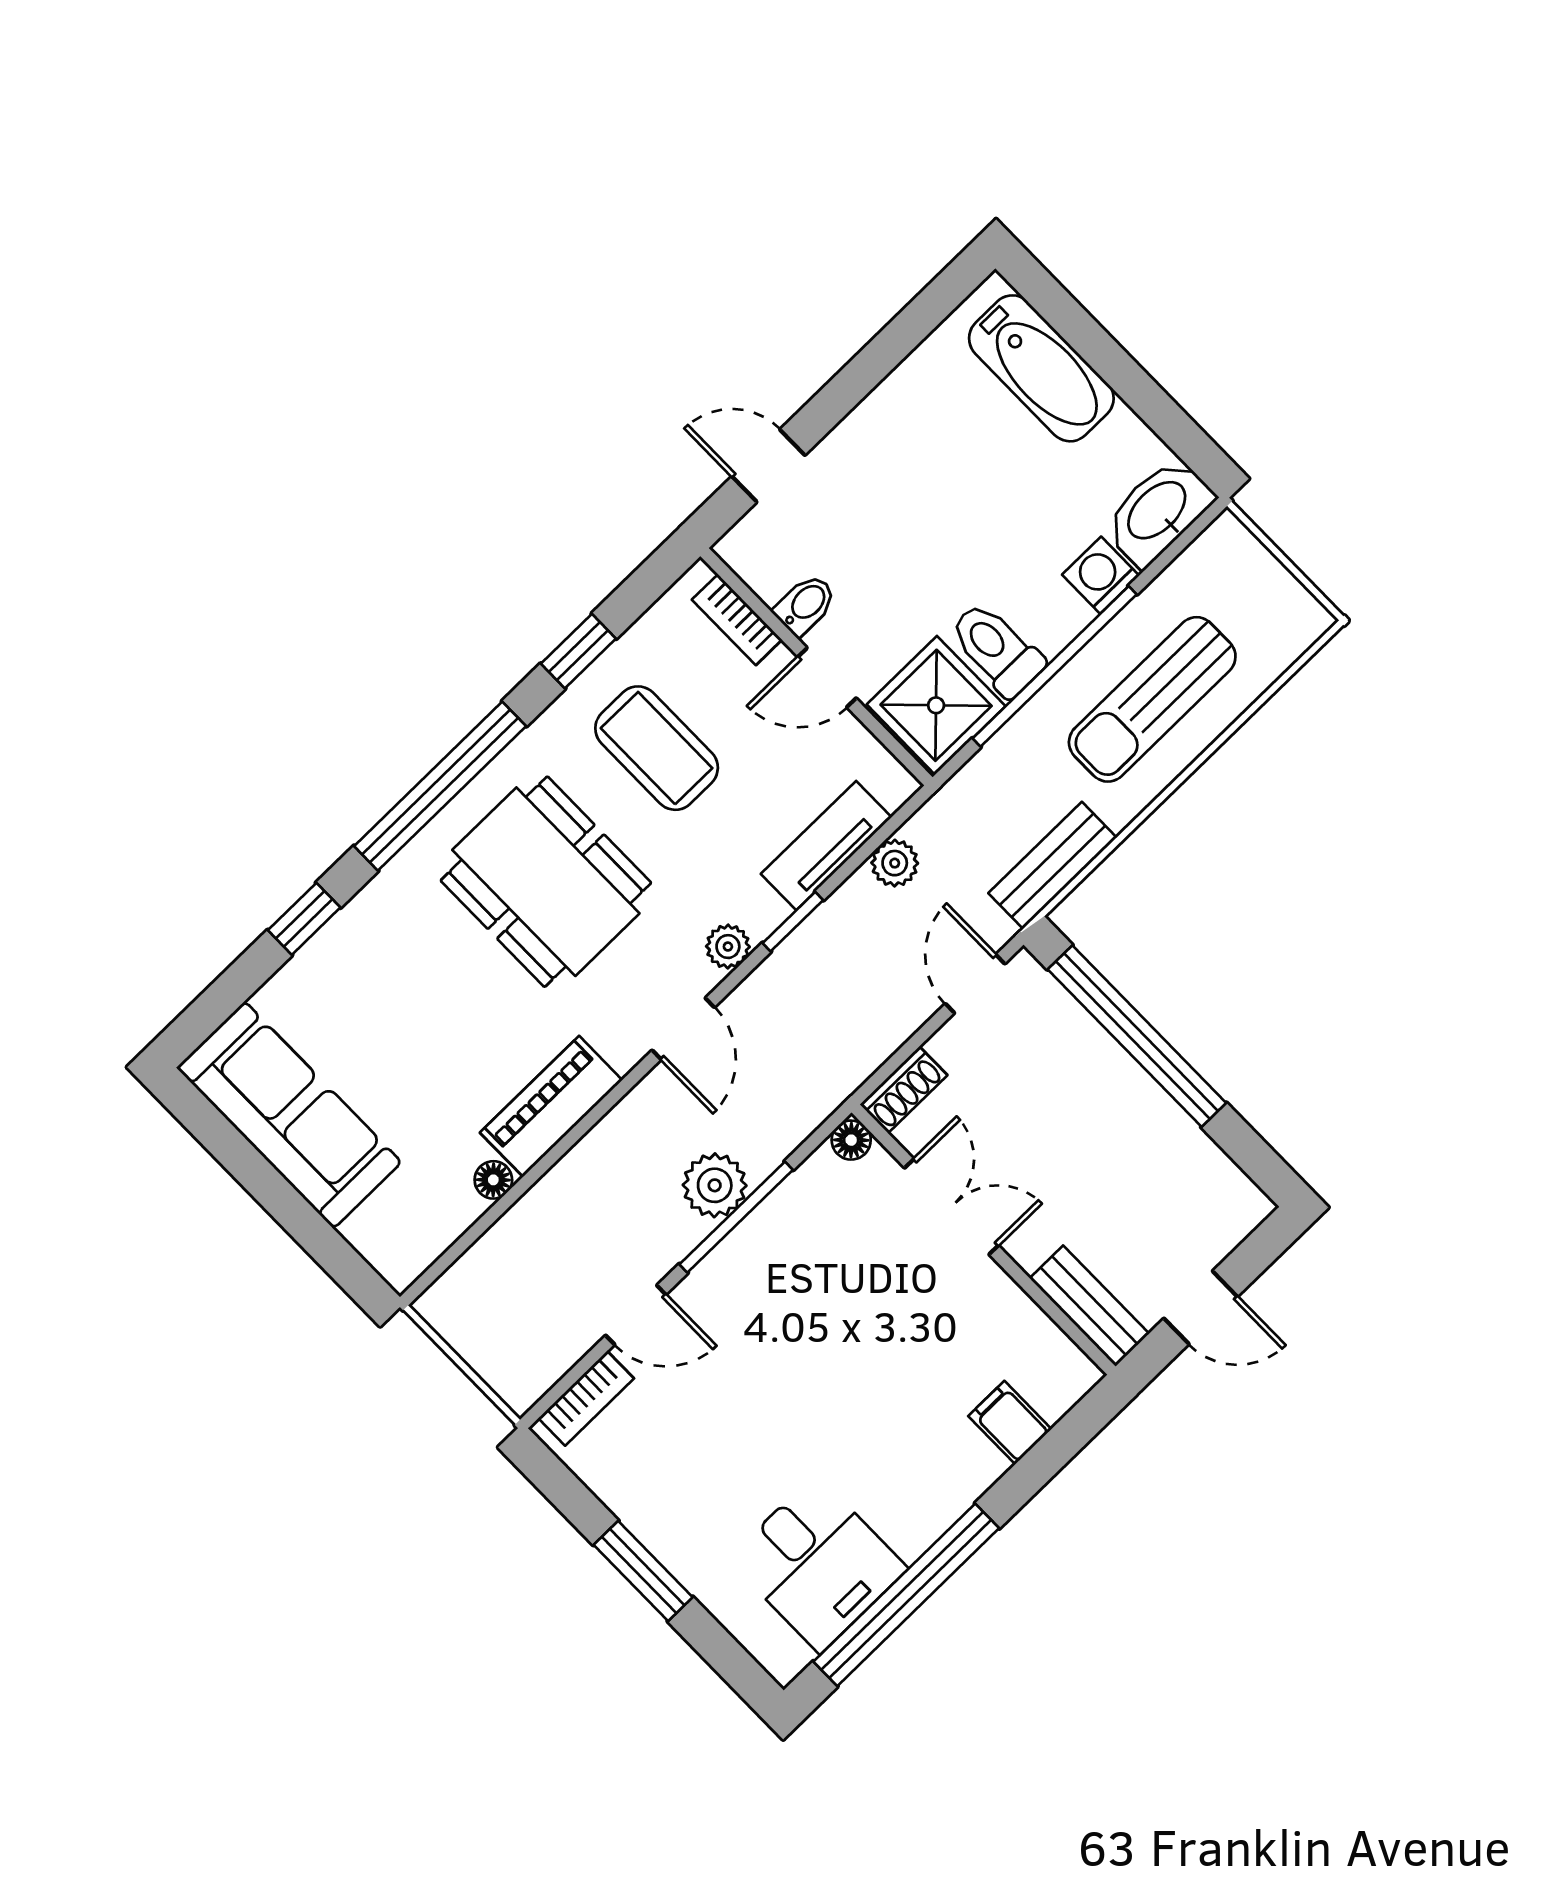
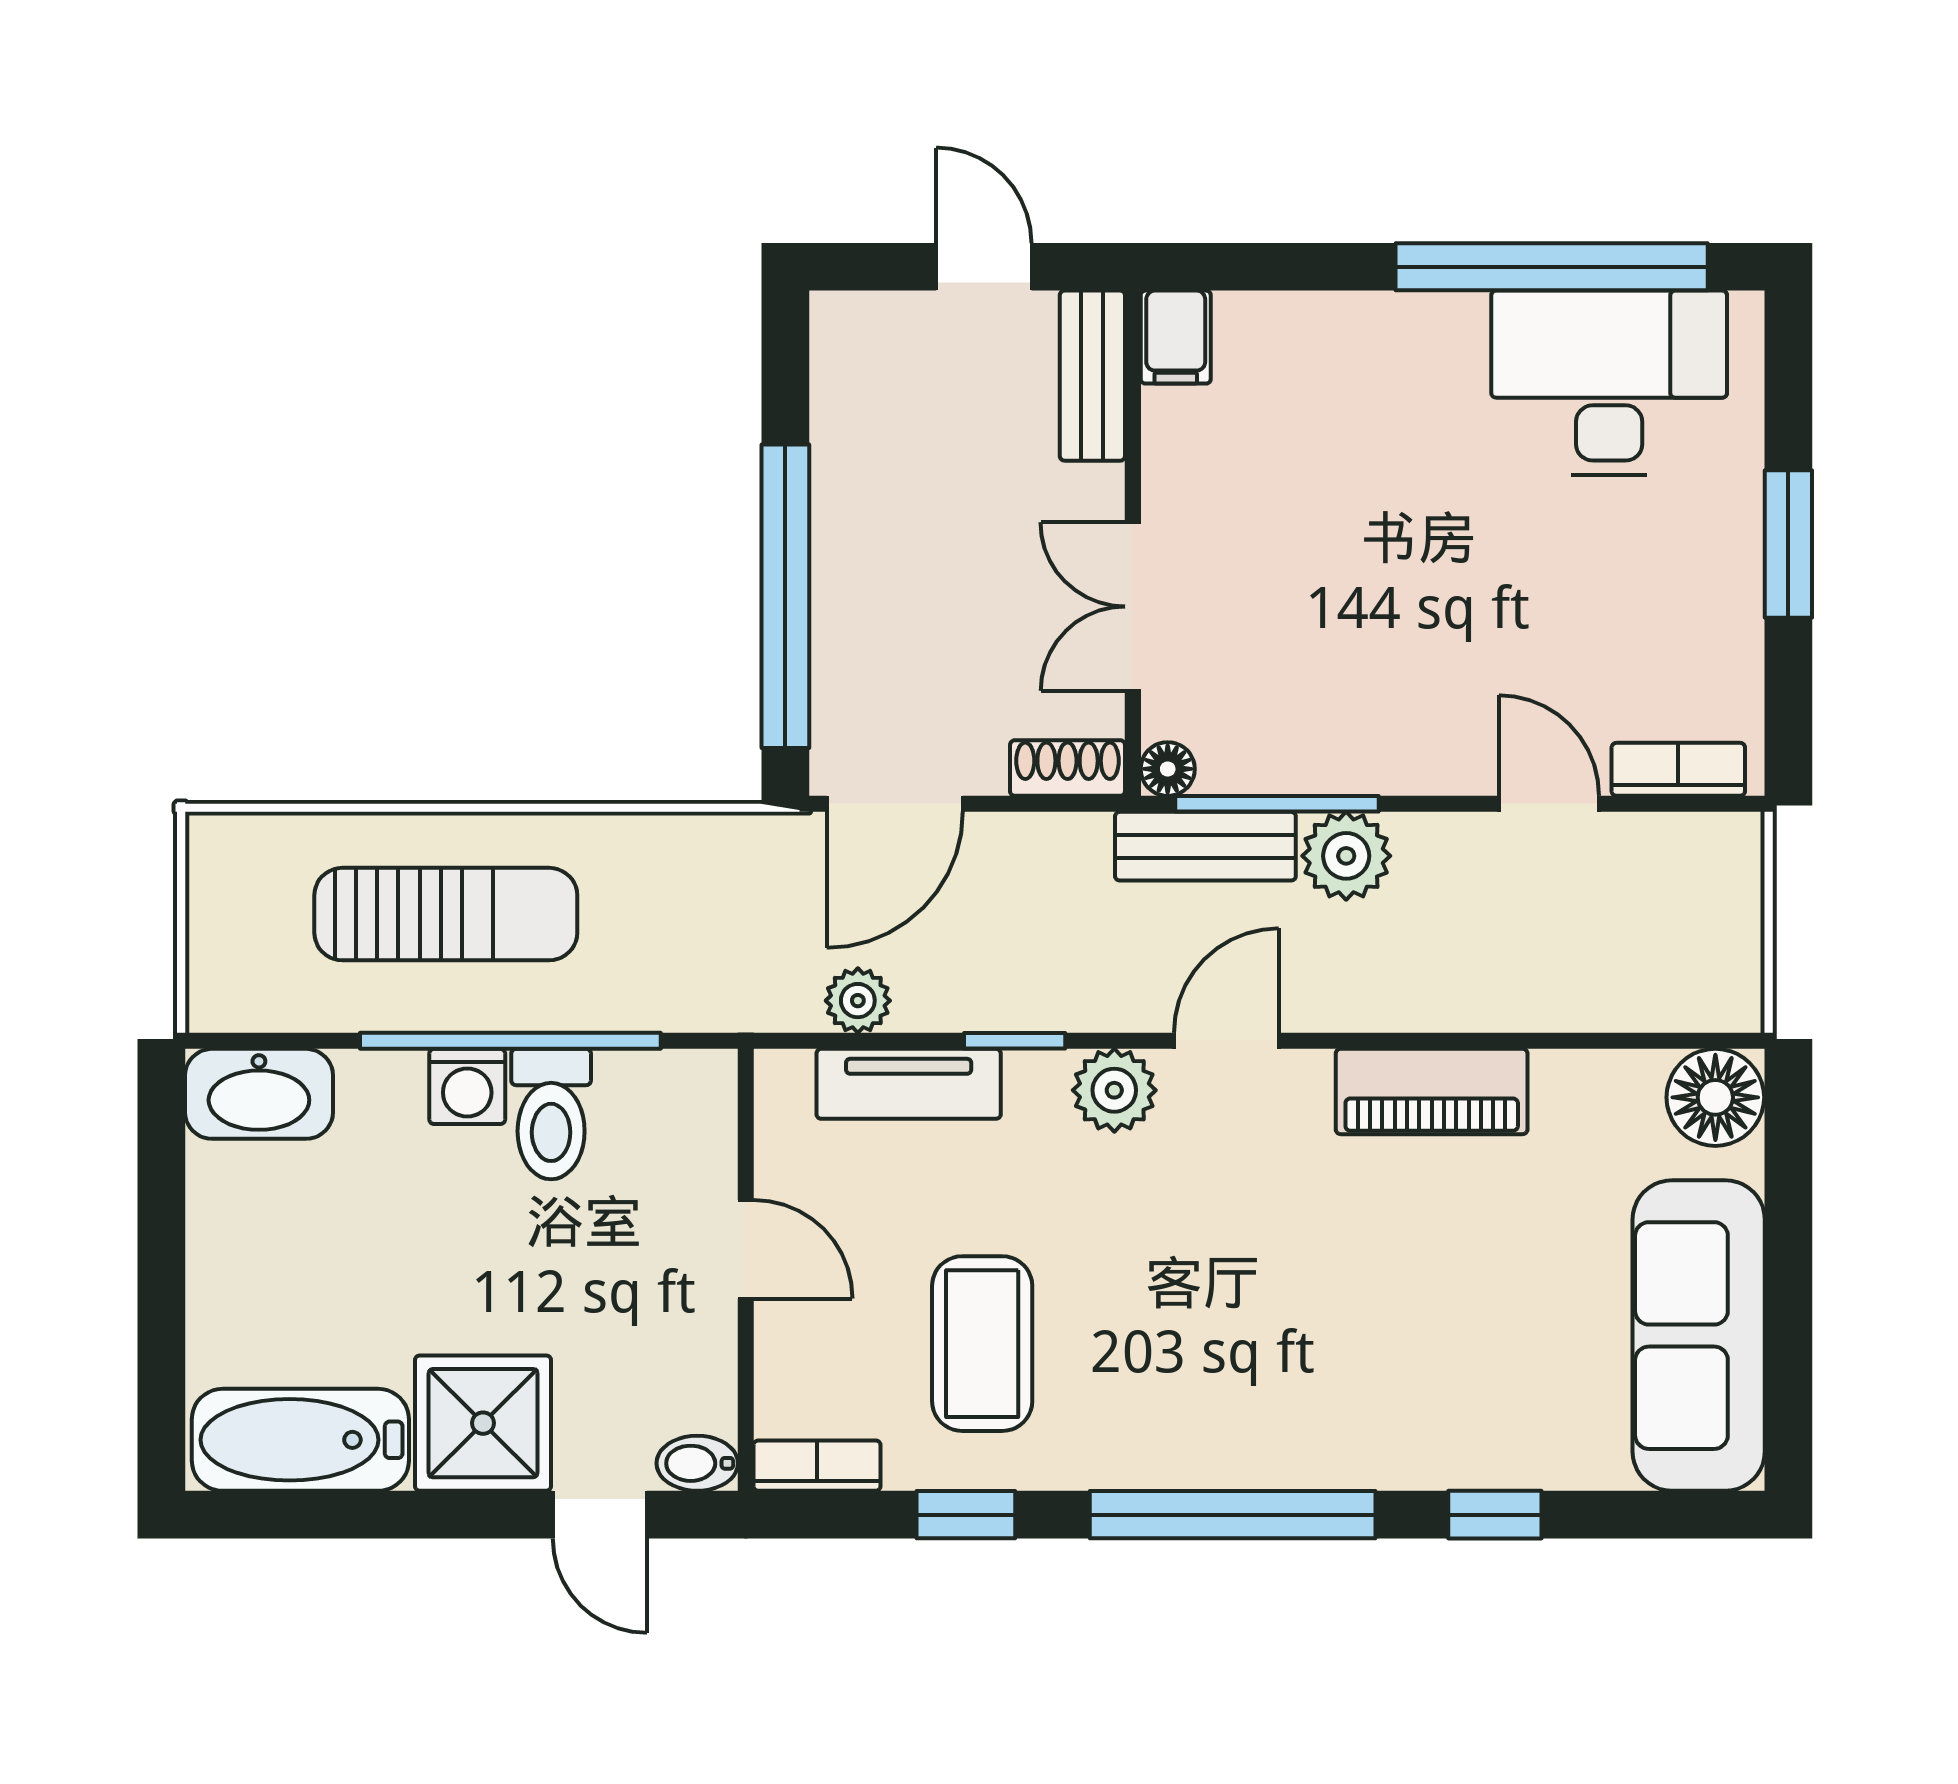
bathtub: (1041, 368) -> (300, 1440), moved, turned -90
washing machine: (1101, 575) -> (467, 1086), moved
bidet: (805, 605) -> (697, 1463), moved
bookcase: (737, 620) -> (817, 1466), moved, turned -90
shower: (936, 705) -> (483, 1423), moved
bench: (1053, 865) -> (1205, 846), moved
dining table: (546, 882) -> (1220, 1318), removed
plant: (728, 947) -> (1114, 1090), width x1.38, depth x1.38
door: (975, 984) -> (895, 804), width x1.38
floor lamp: (493, 1180) -> (1715, 1097), moved, width x1.89, depth x1.89
window: (736, 1217) -> (1277, 804), moved
filing cabinet: (1010, 1423) -> (1176, 337), moved
desk: (818, 1564) -> (1609, 383), width x1.37

